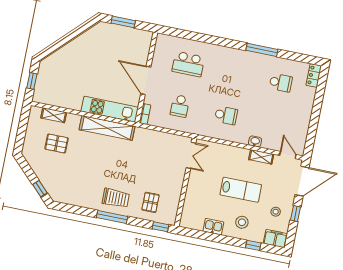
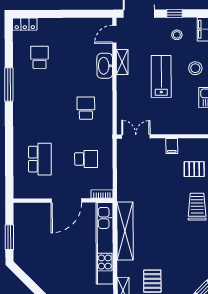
kitchen unit: (110, 109) -> (105, 243), width x1.36
washbasin: (255, 141) -> (105, 66), width x1.91, depth x1.45
filing cabinet: (176, 186) -> (172, 146), added

